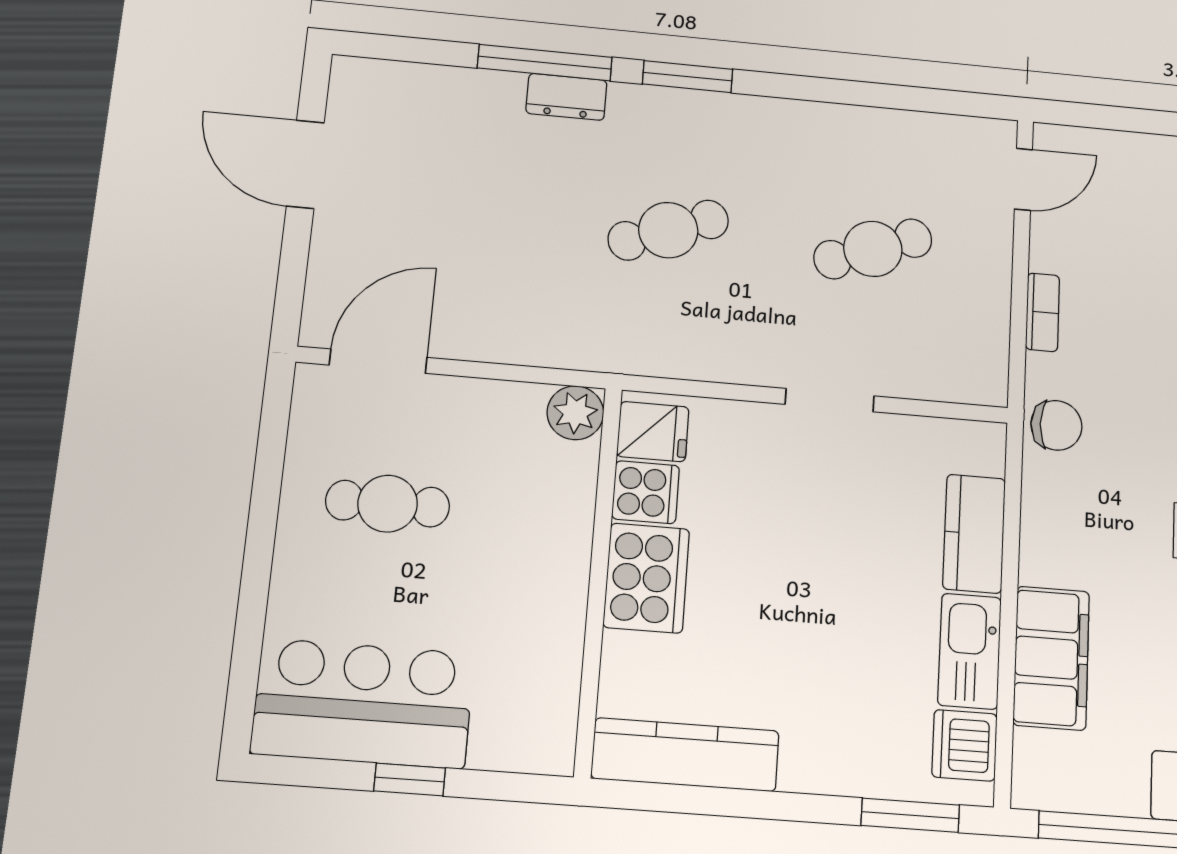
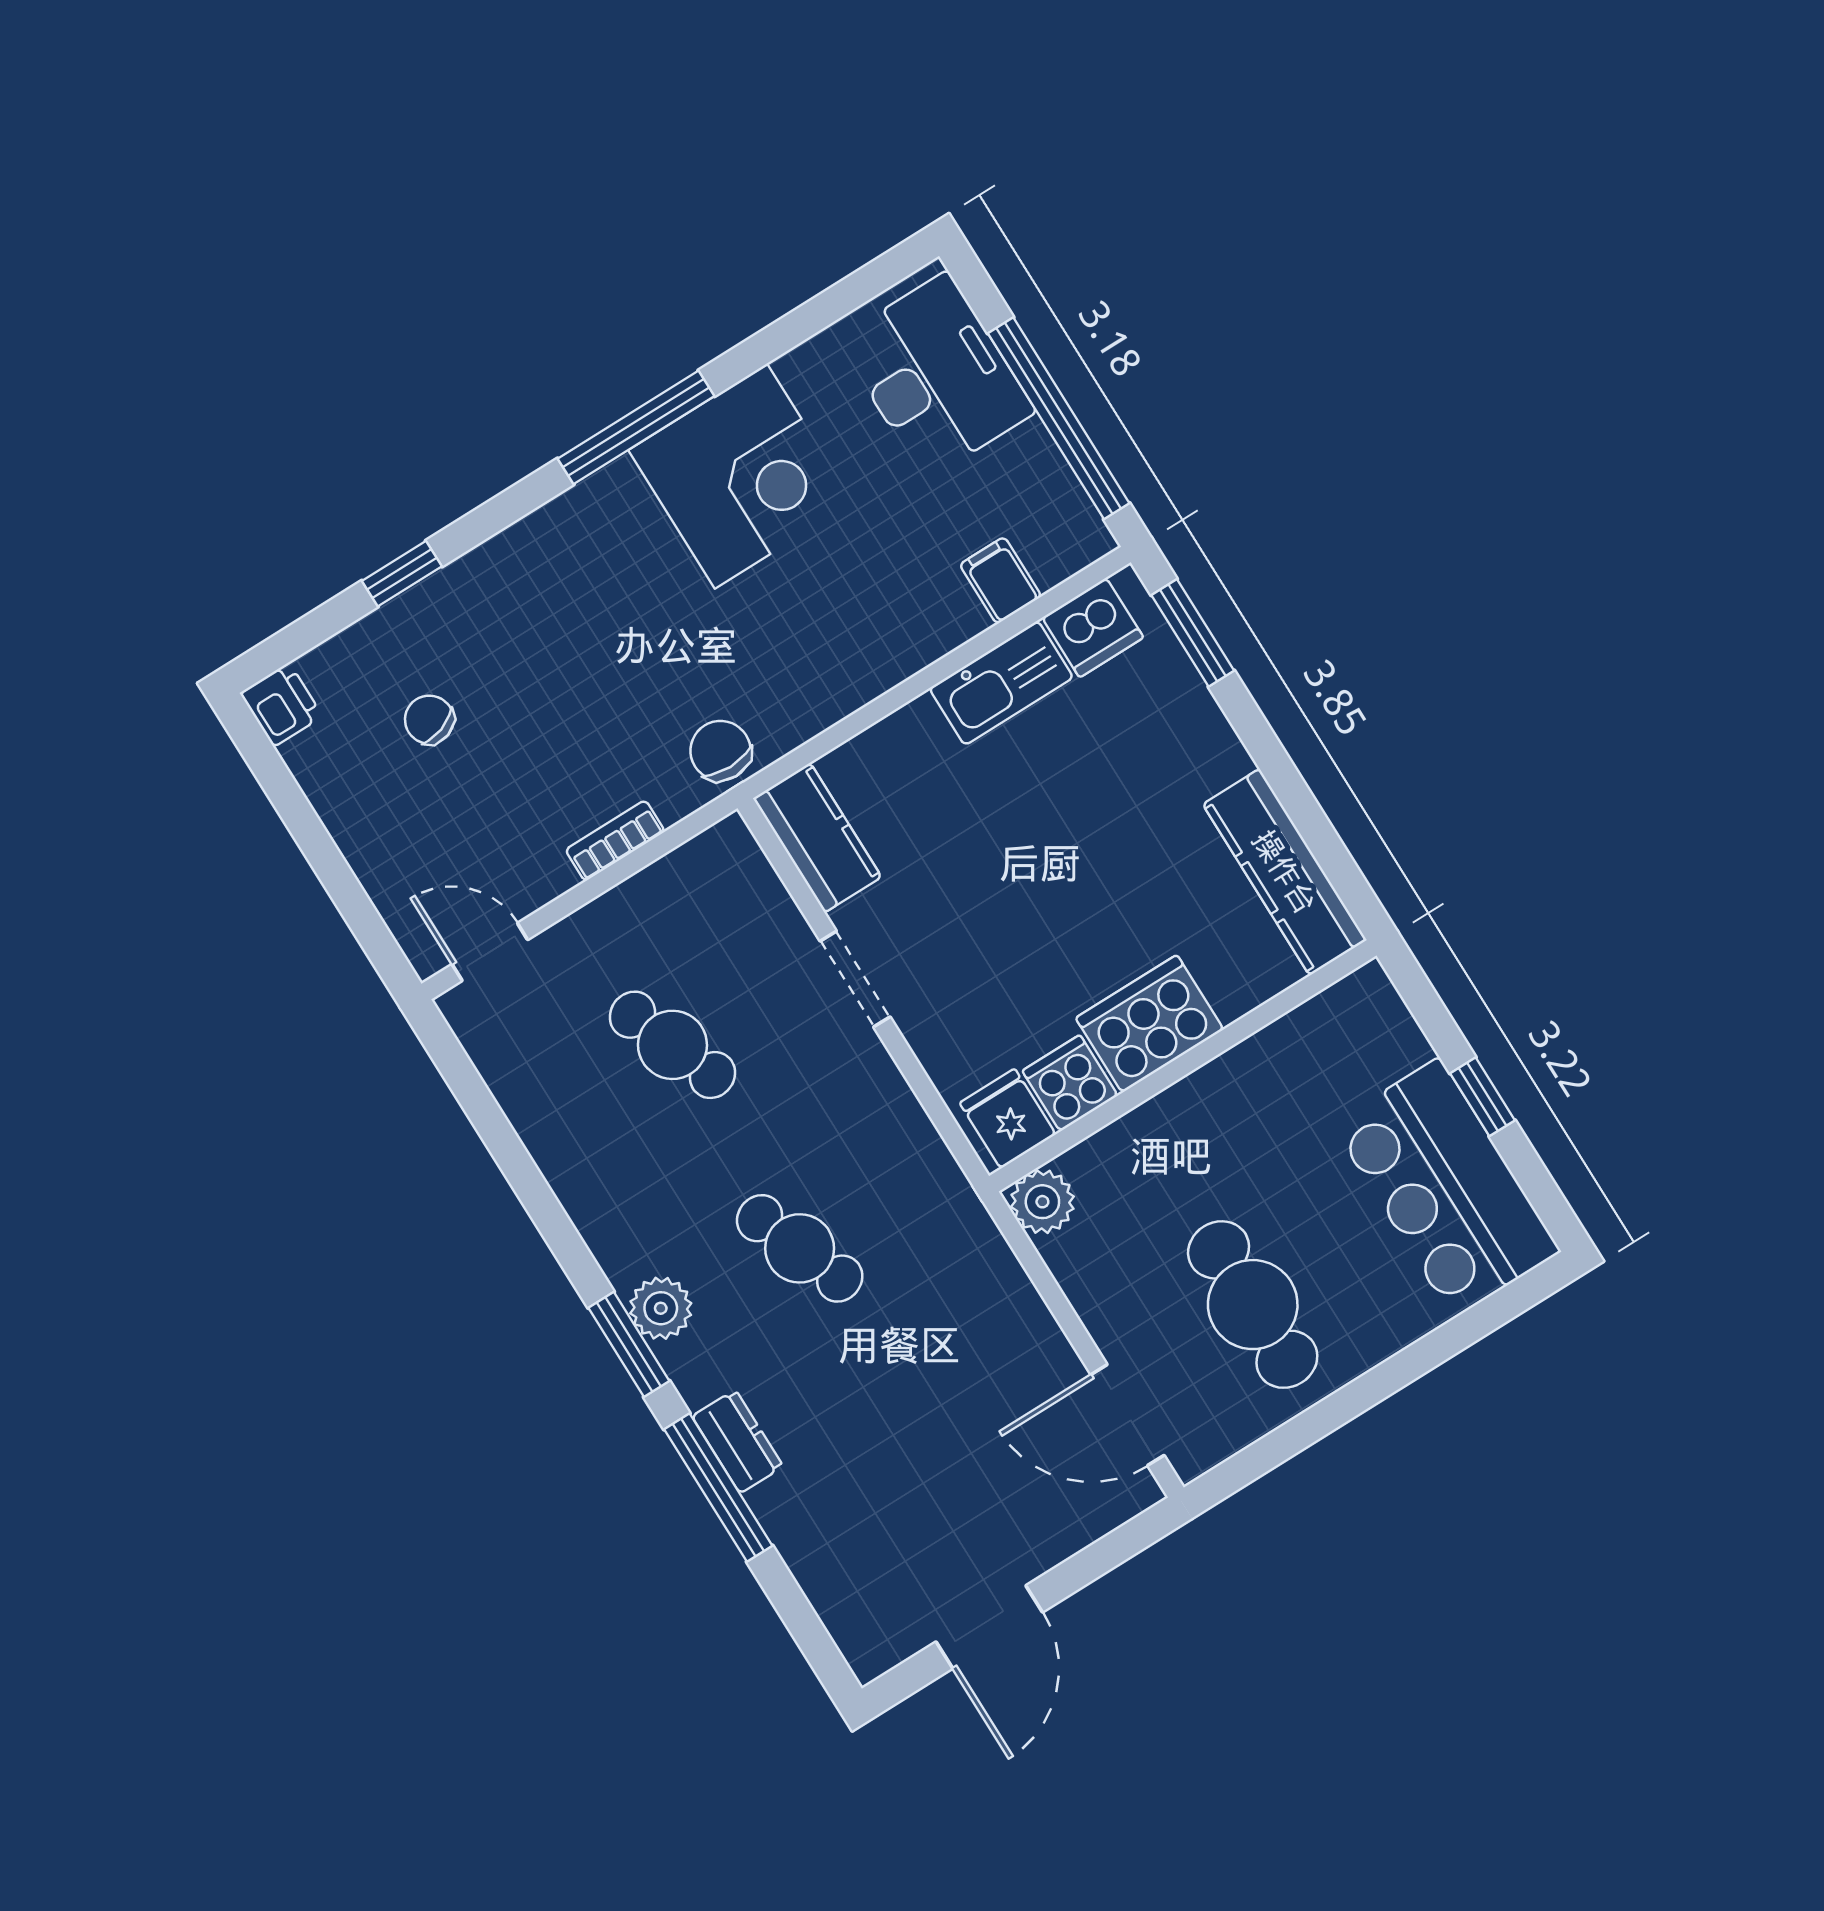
plant: (697, 114) -> (661, 1308), added
cafe table: (388, 504) -> (1253, 1305), width x1.37, depth x1.35
kitchen counter: (974, 534) -> (817, 838), moved, turned -90
filing cabinet: (1051, 658) -> (1000, 580), width x0.33, depth x0.86

